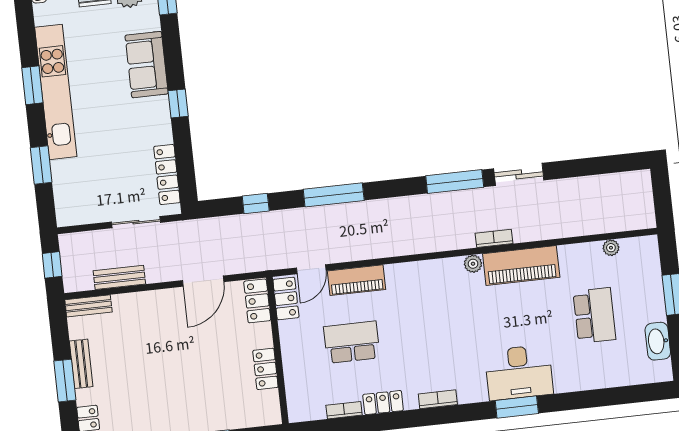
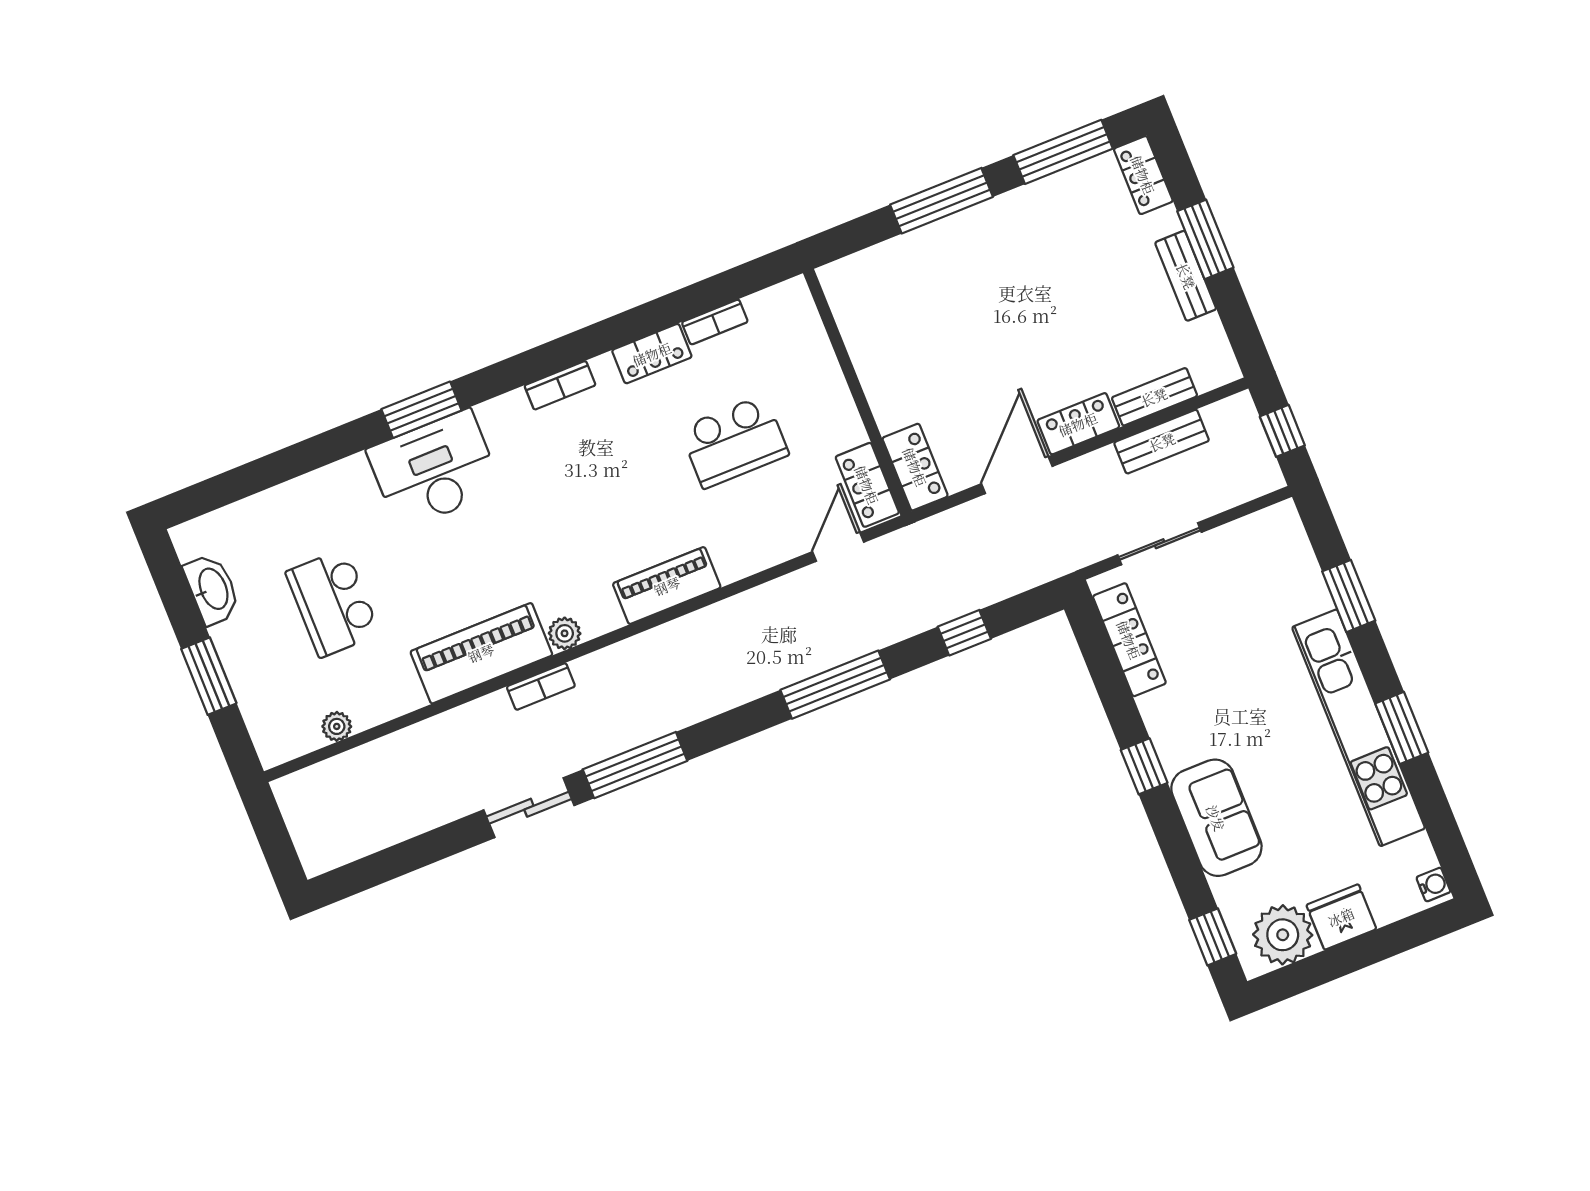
piano: (356, 280) -> (667, 586), moved
bench: (88, 306) -> (1154, 397), moved
locker: (265, 369) -> (1078, 424), moved, turned -90

